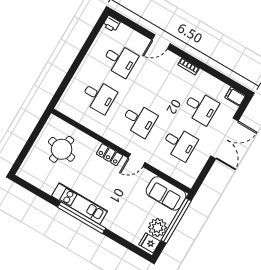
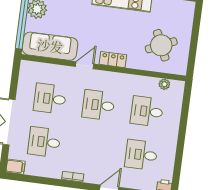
plant: (73, 114) -> (164, 84), added
round table: (62, 149) -> (161, 45), turned -35
sofa: (166, 193) -> (50, 46), width x1.36

